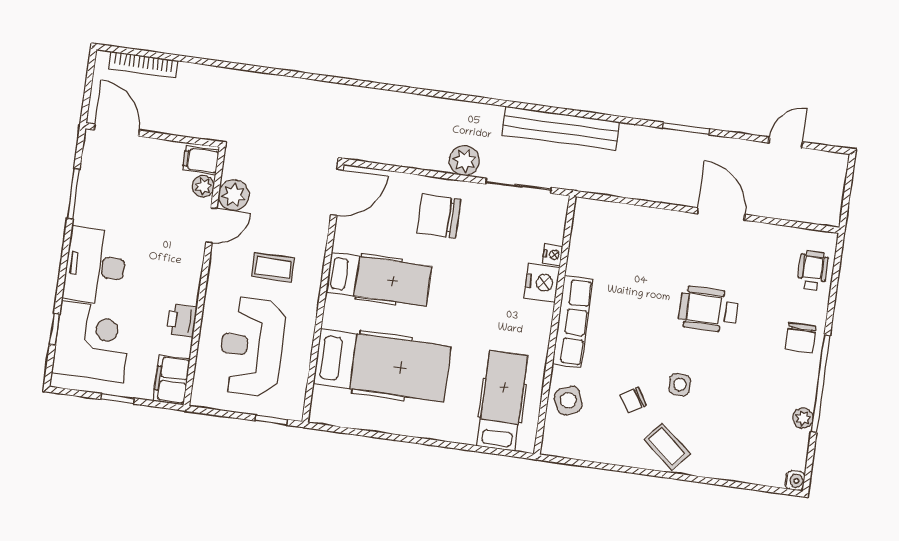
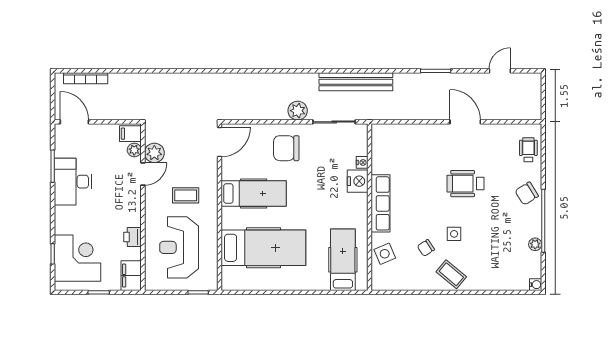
desk: (95, 266) -> (73, 182), moved
chair: (801, 338) -> (527, 193), turned 58

